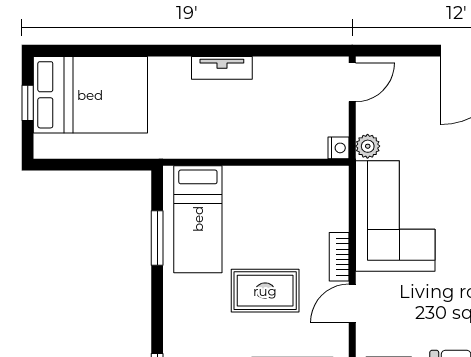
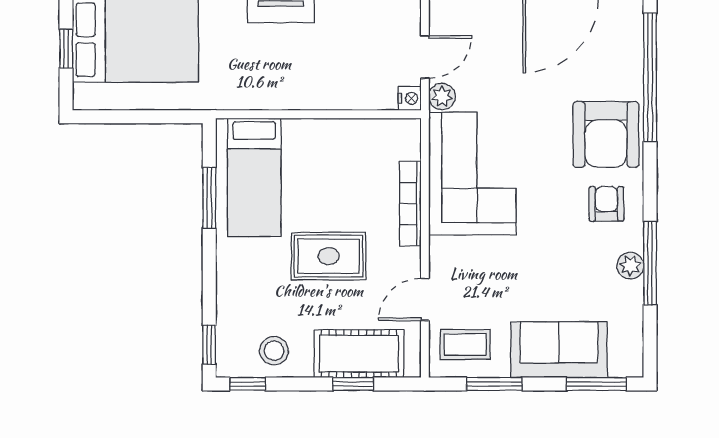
door: (352, 82) -> (425, 57), moved
bookcase: (339, 257) -> (410, 204), width x1.56
door: (352, 303) -> (425, 299), moved

